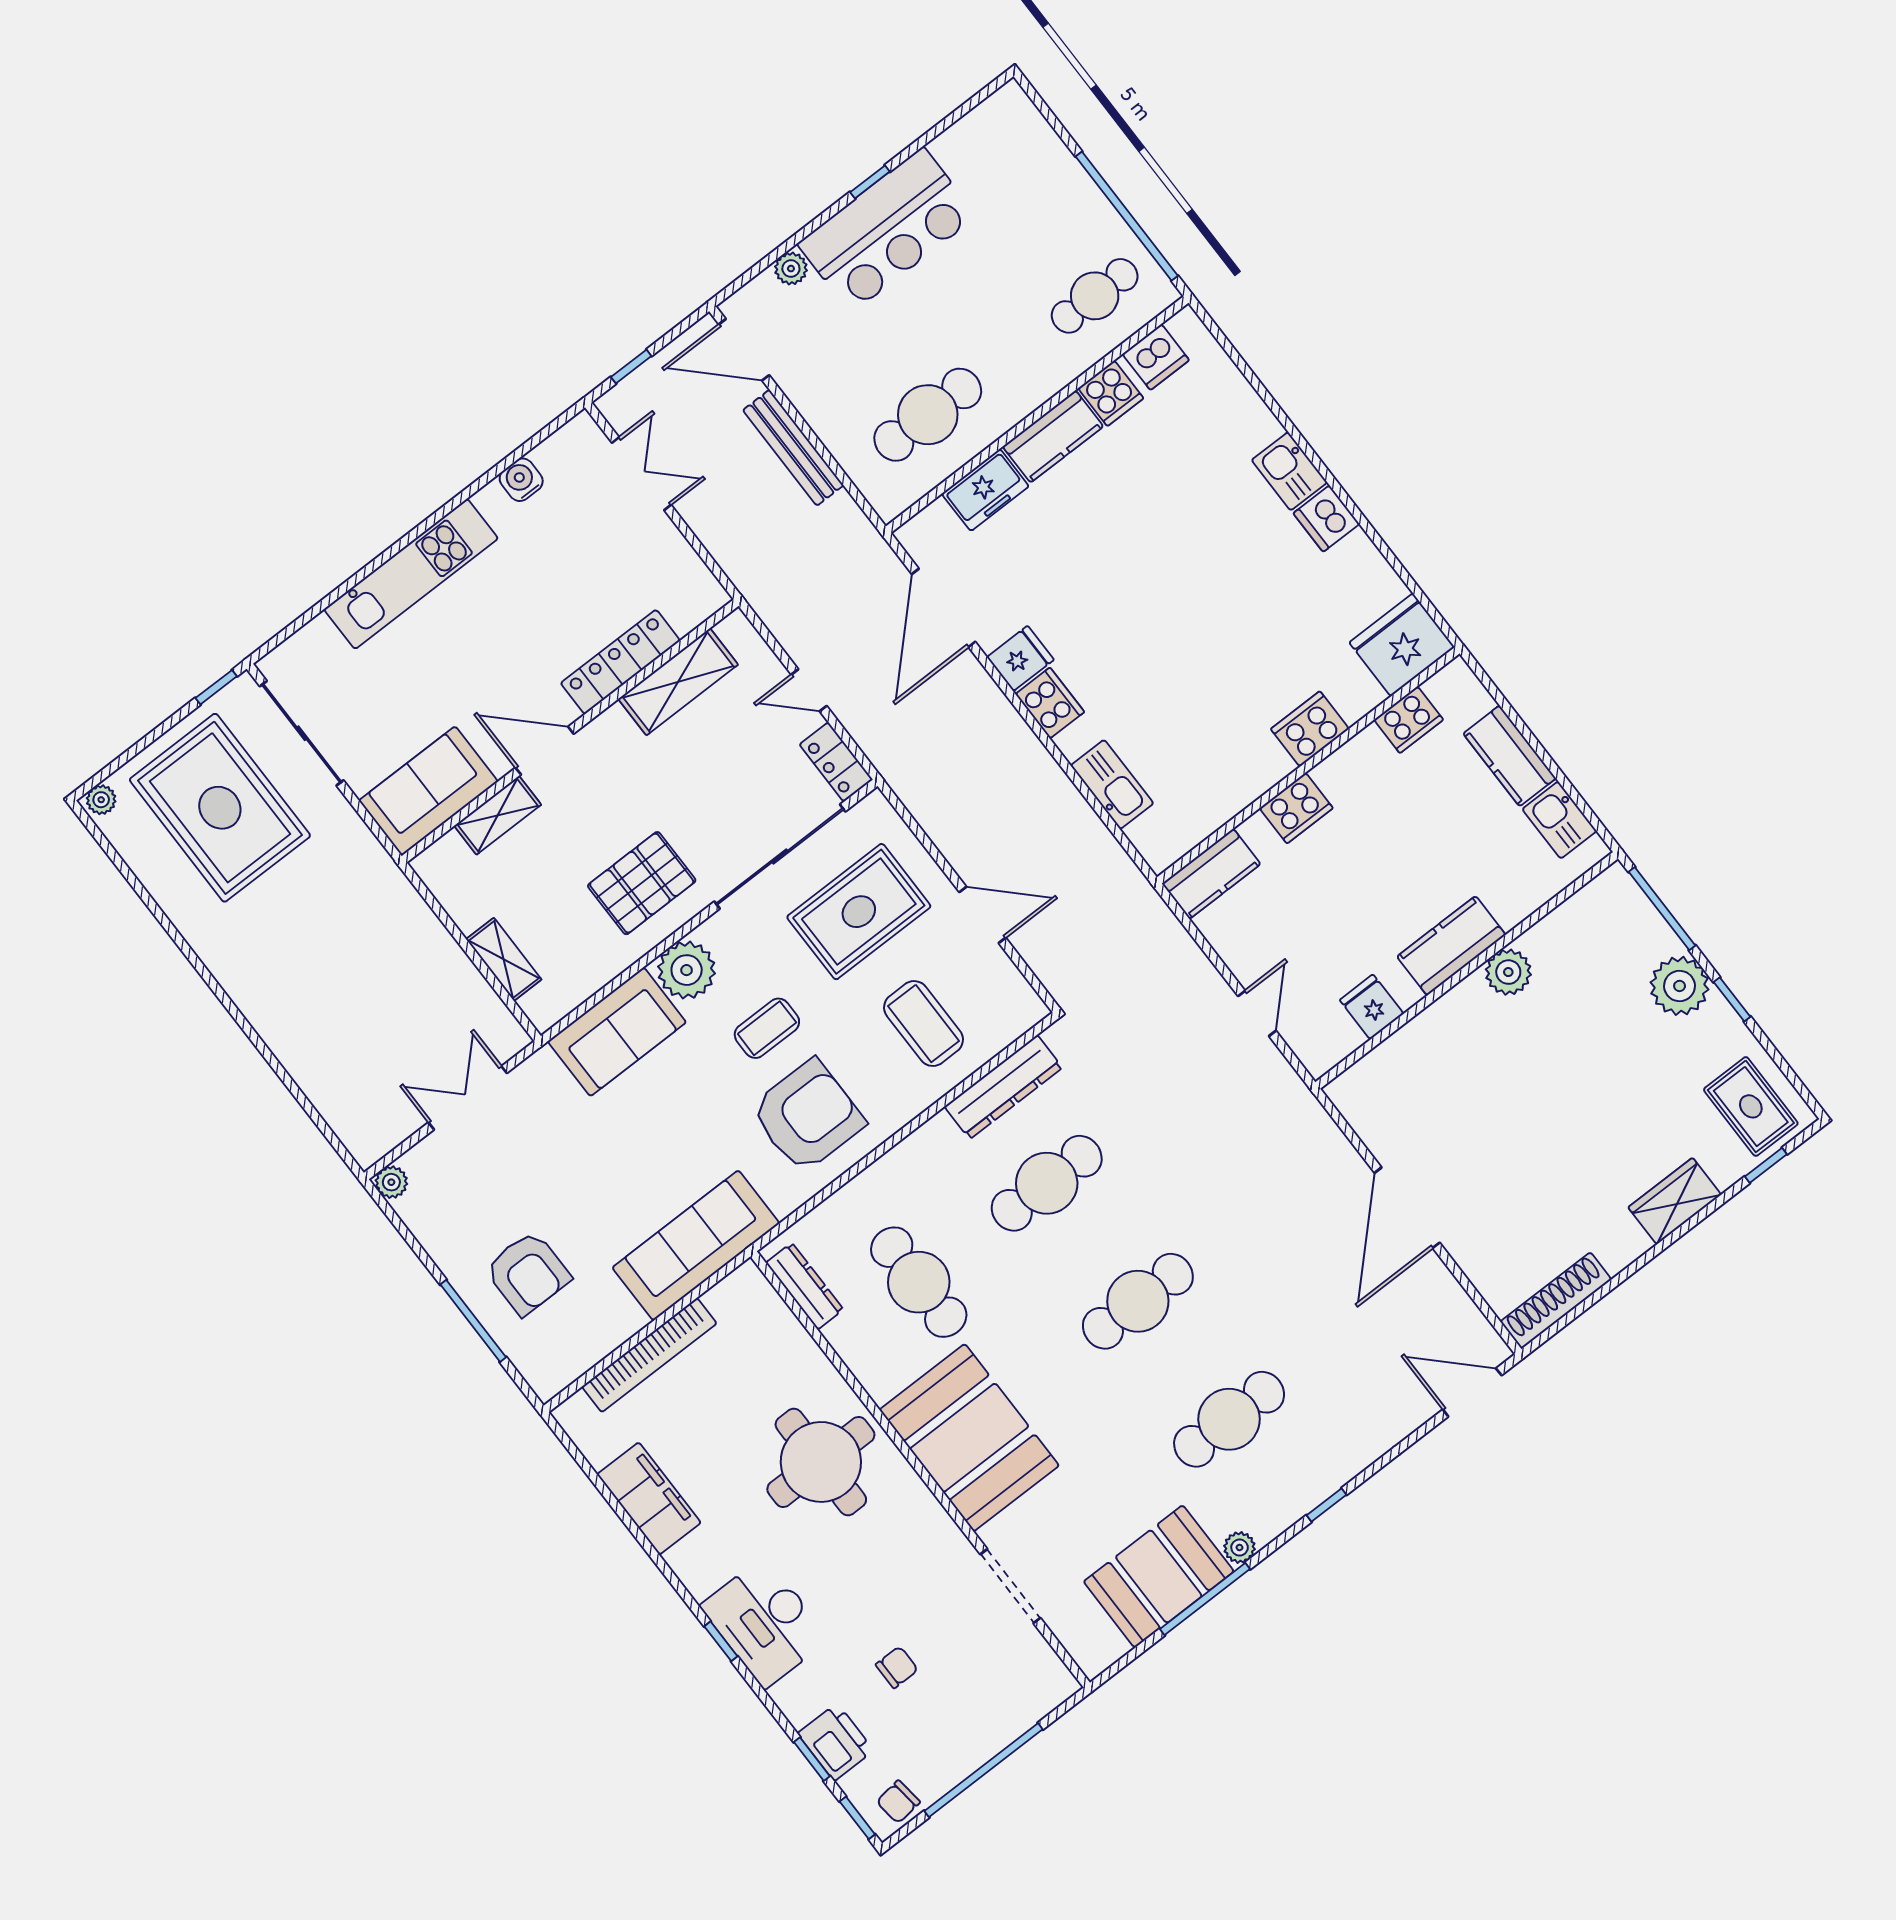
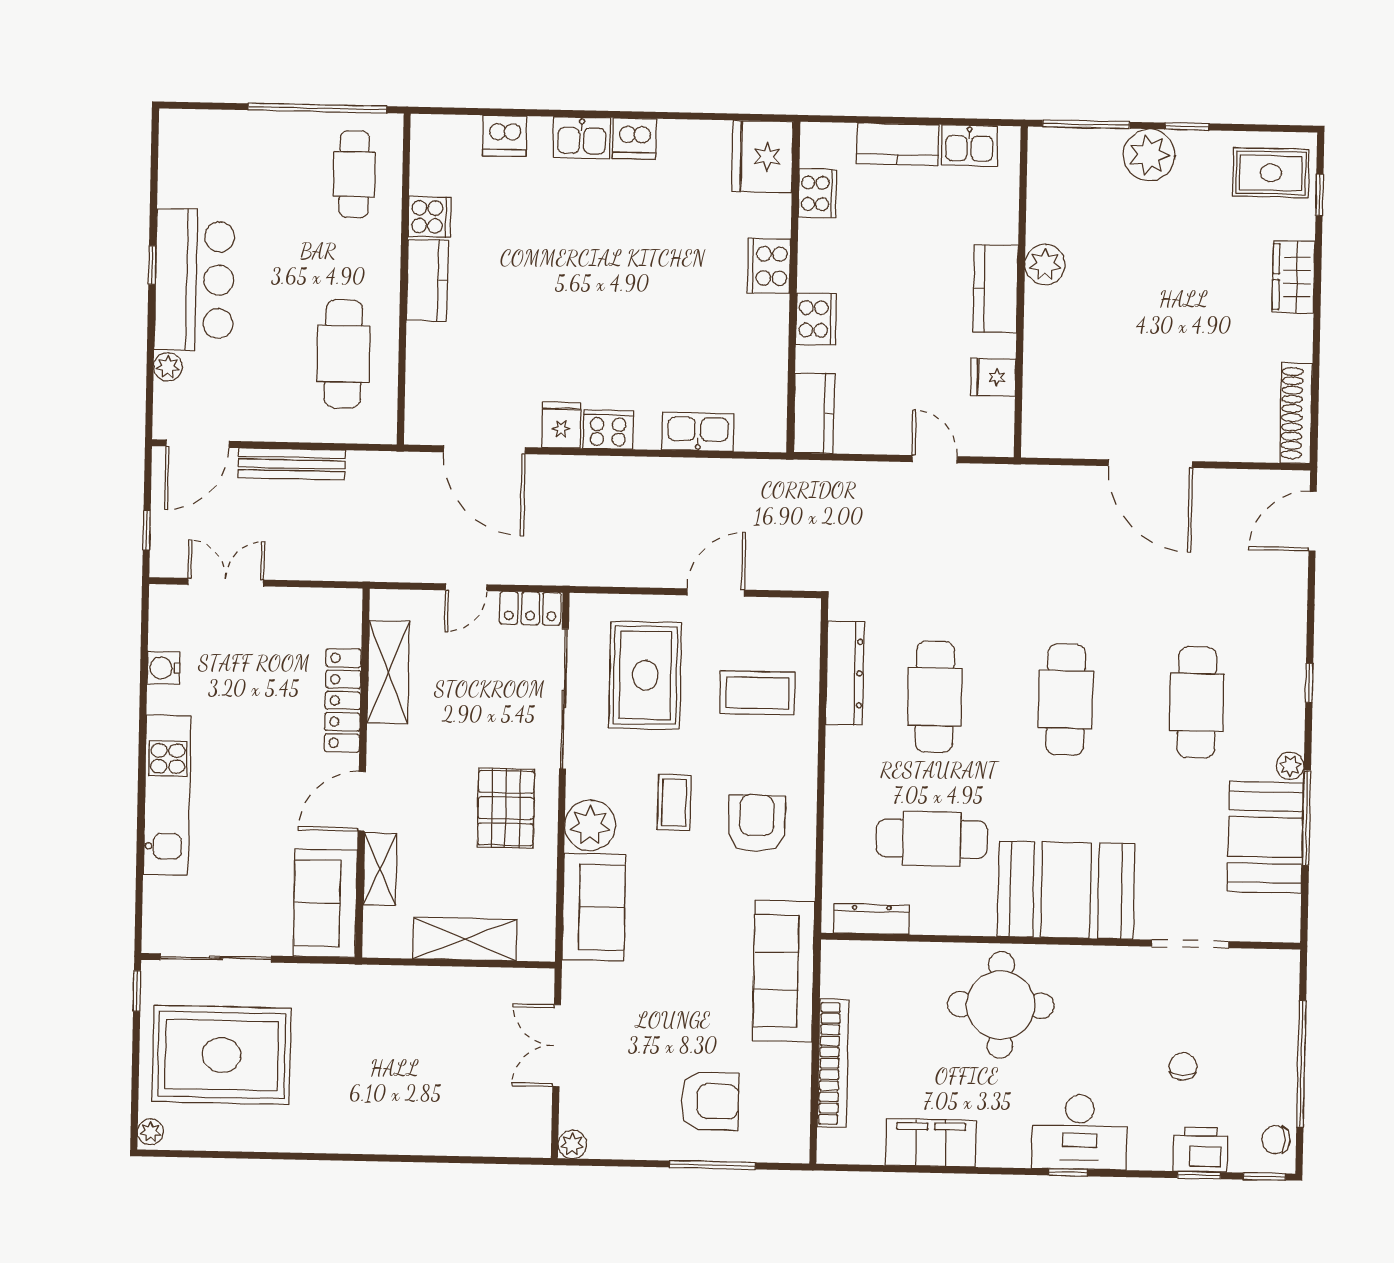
dishwasher: (1156, 357) -> (505, 136), moved, turned 90
freezer: (985, 490) -> (427, 356), removed
shelving: (504, 959) -> (465, 939), width x1.50, depth x1.33
armchair: (807, 1116) -> (757, 823), width x0.73, depth x0.73
chair: (898, 1802) -> (1276, 1140), turned 97

